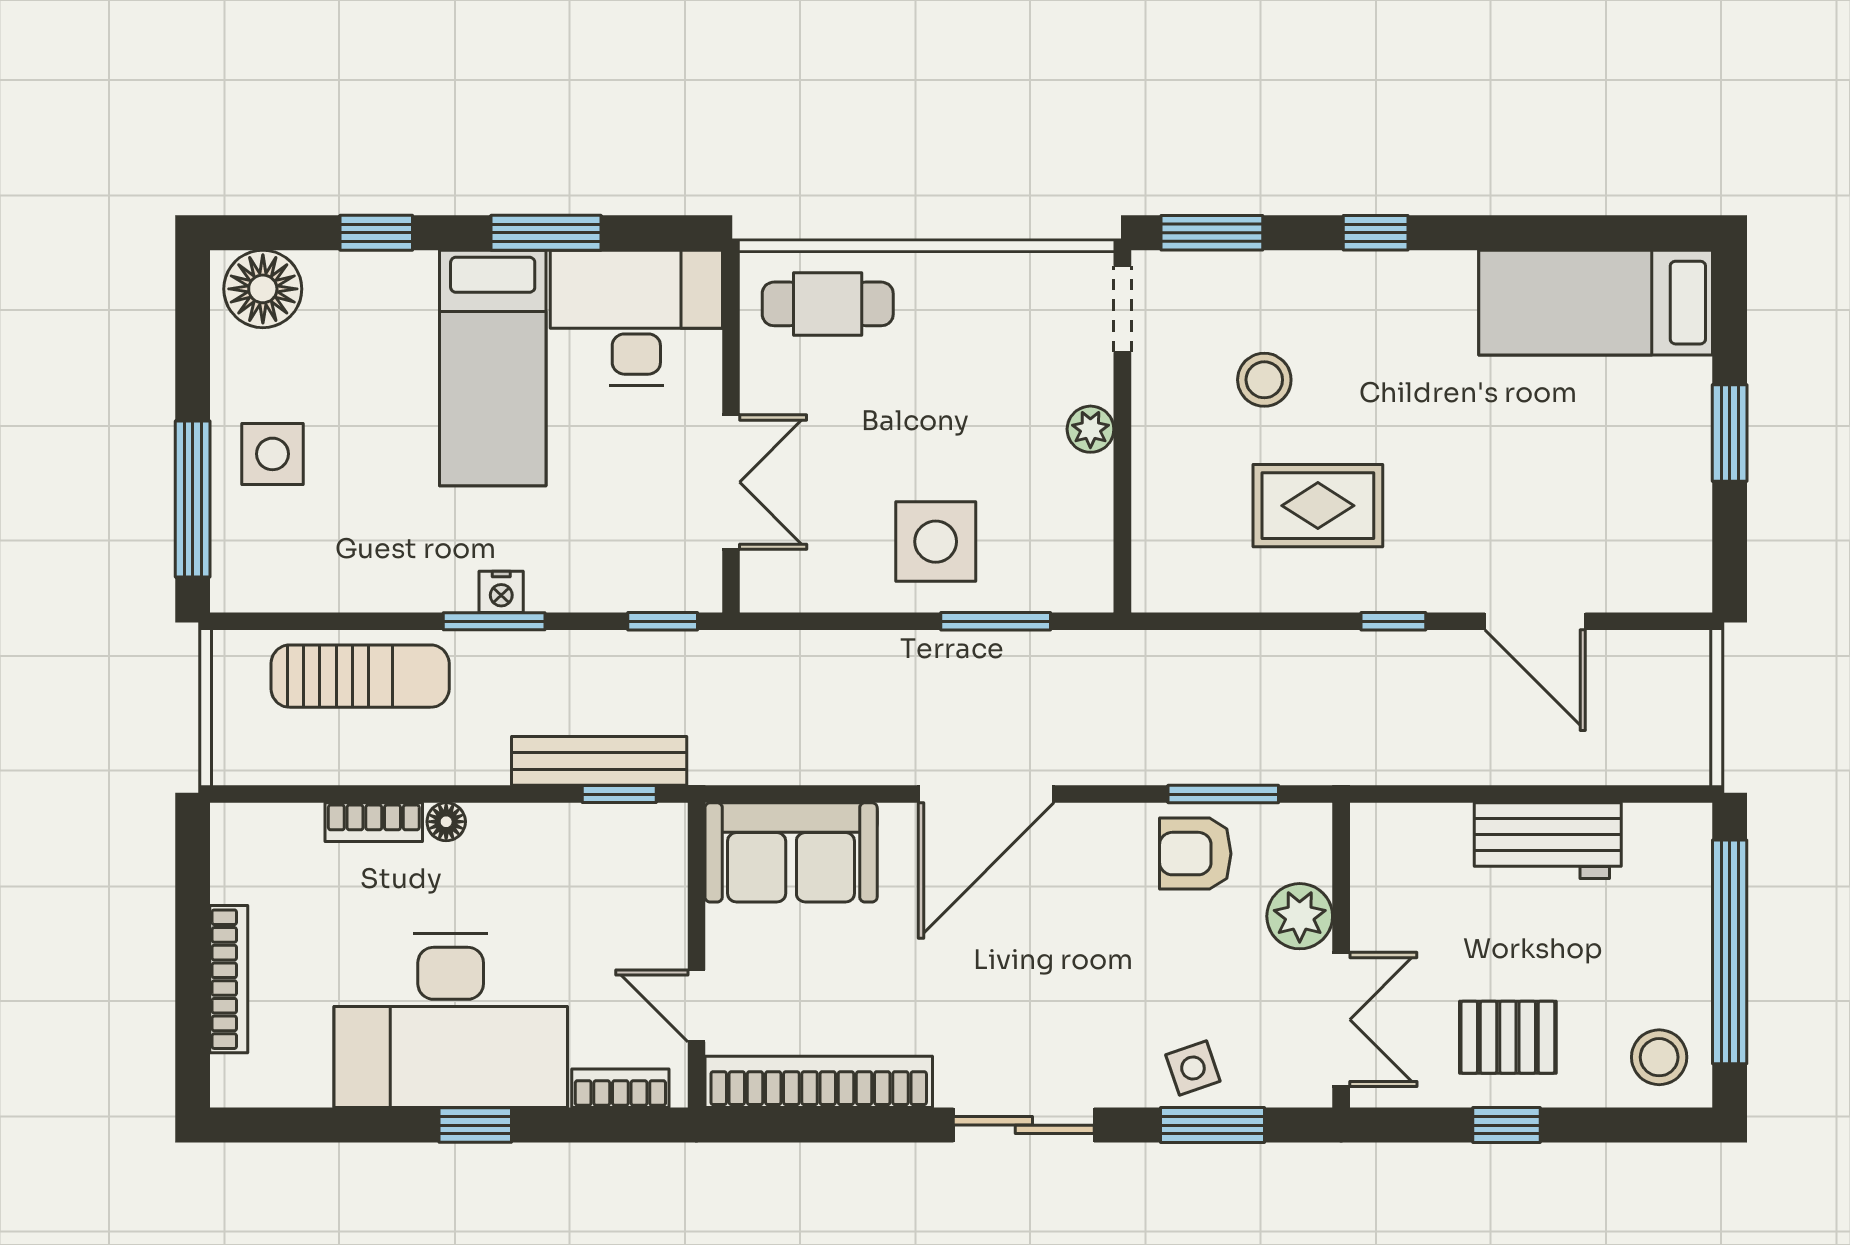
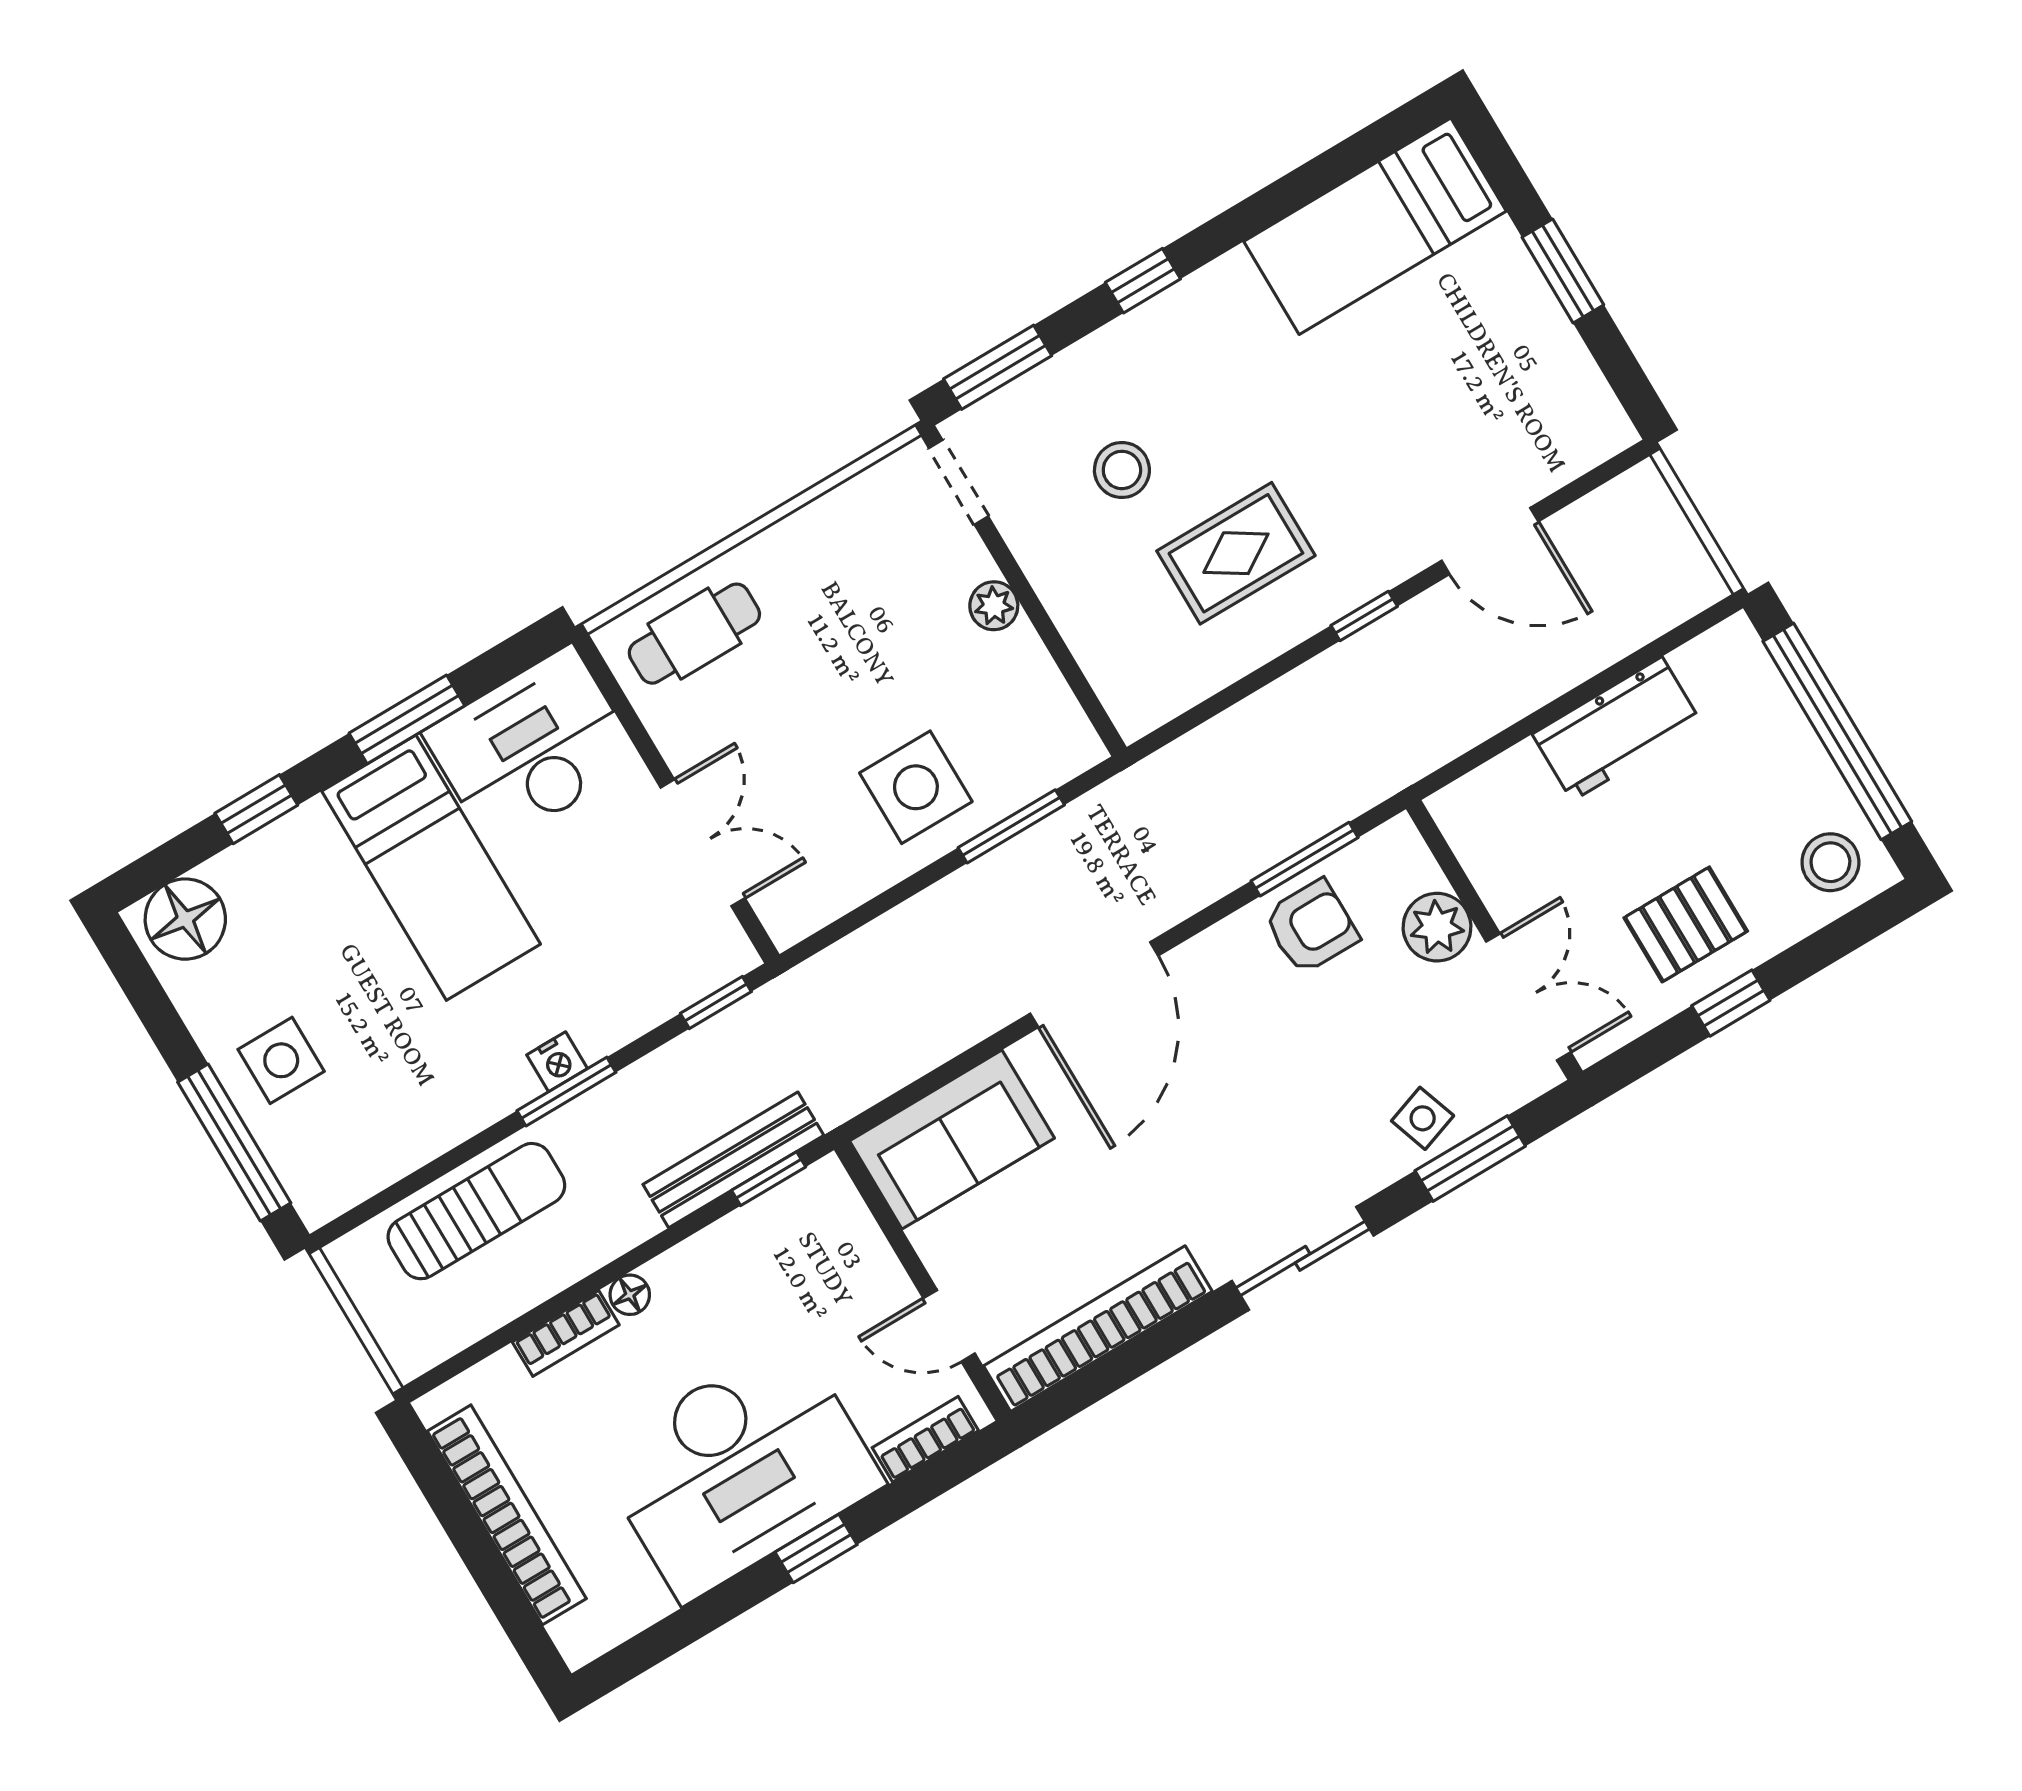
armchair: (1195, 854) -> (1311, 927), turned 180
bookcase: (229, 979) -> (507, 1515), width x1.48, depth x1.31

